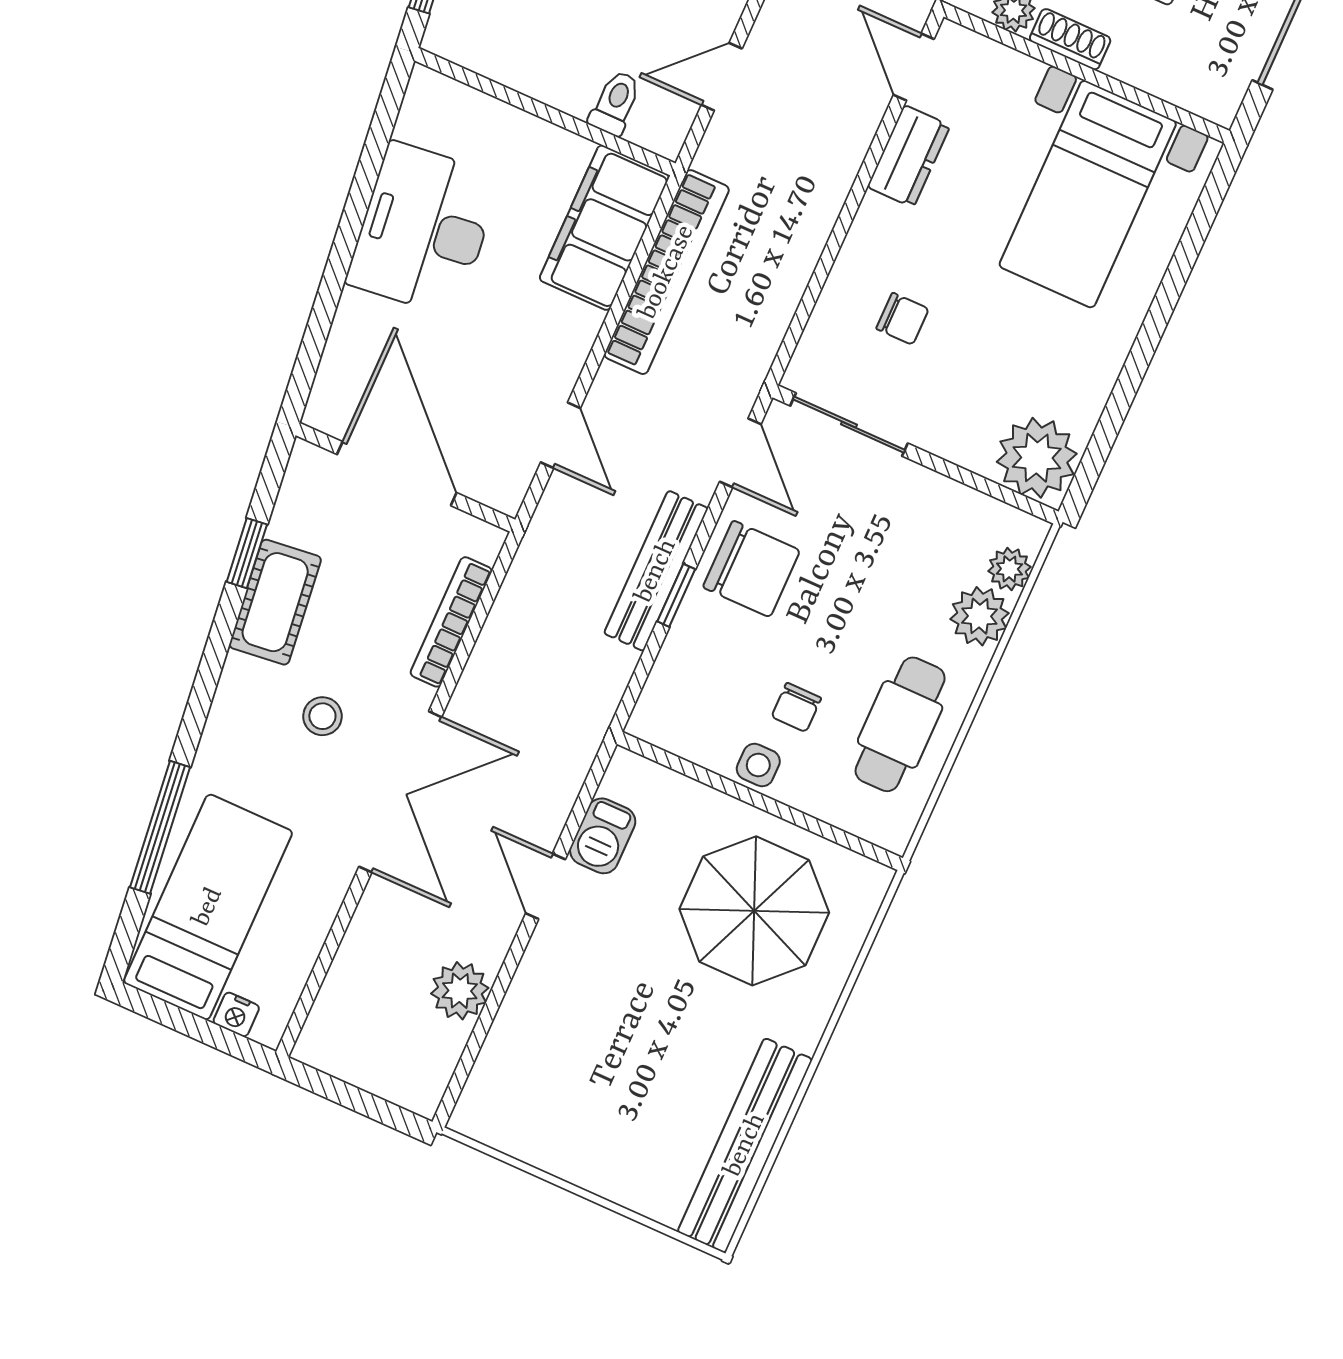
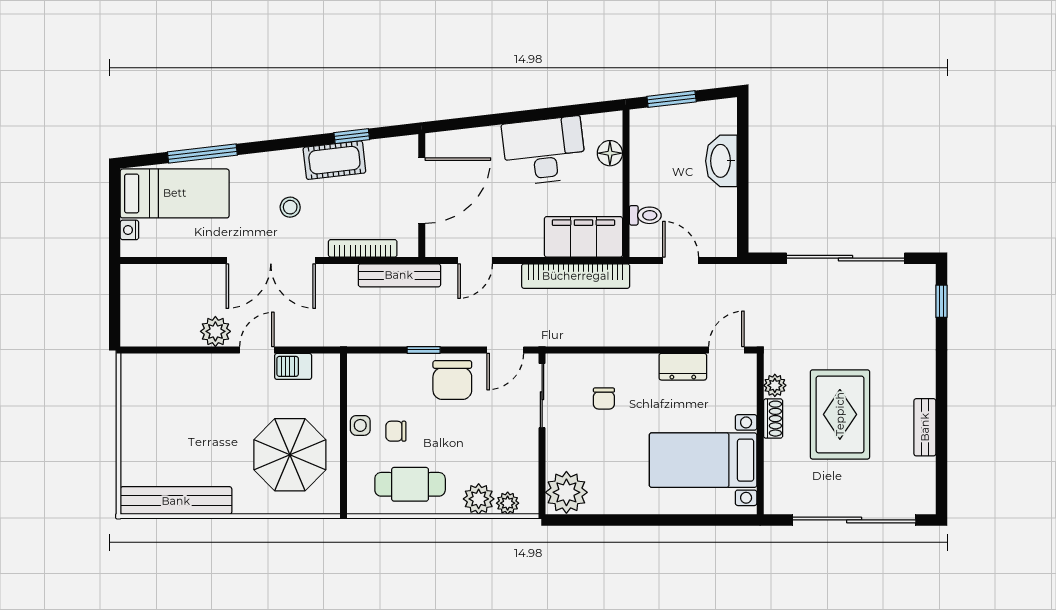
floor lamp: (479, 116) -> (610, 153), added
bench: (656, 571) -> (399, 275), moved
plant: (460, 991) -> (215, 331), moved

